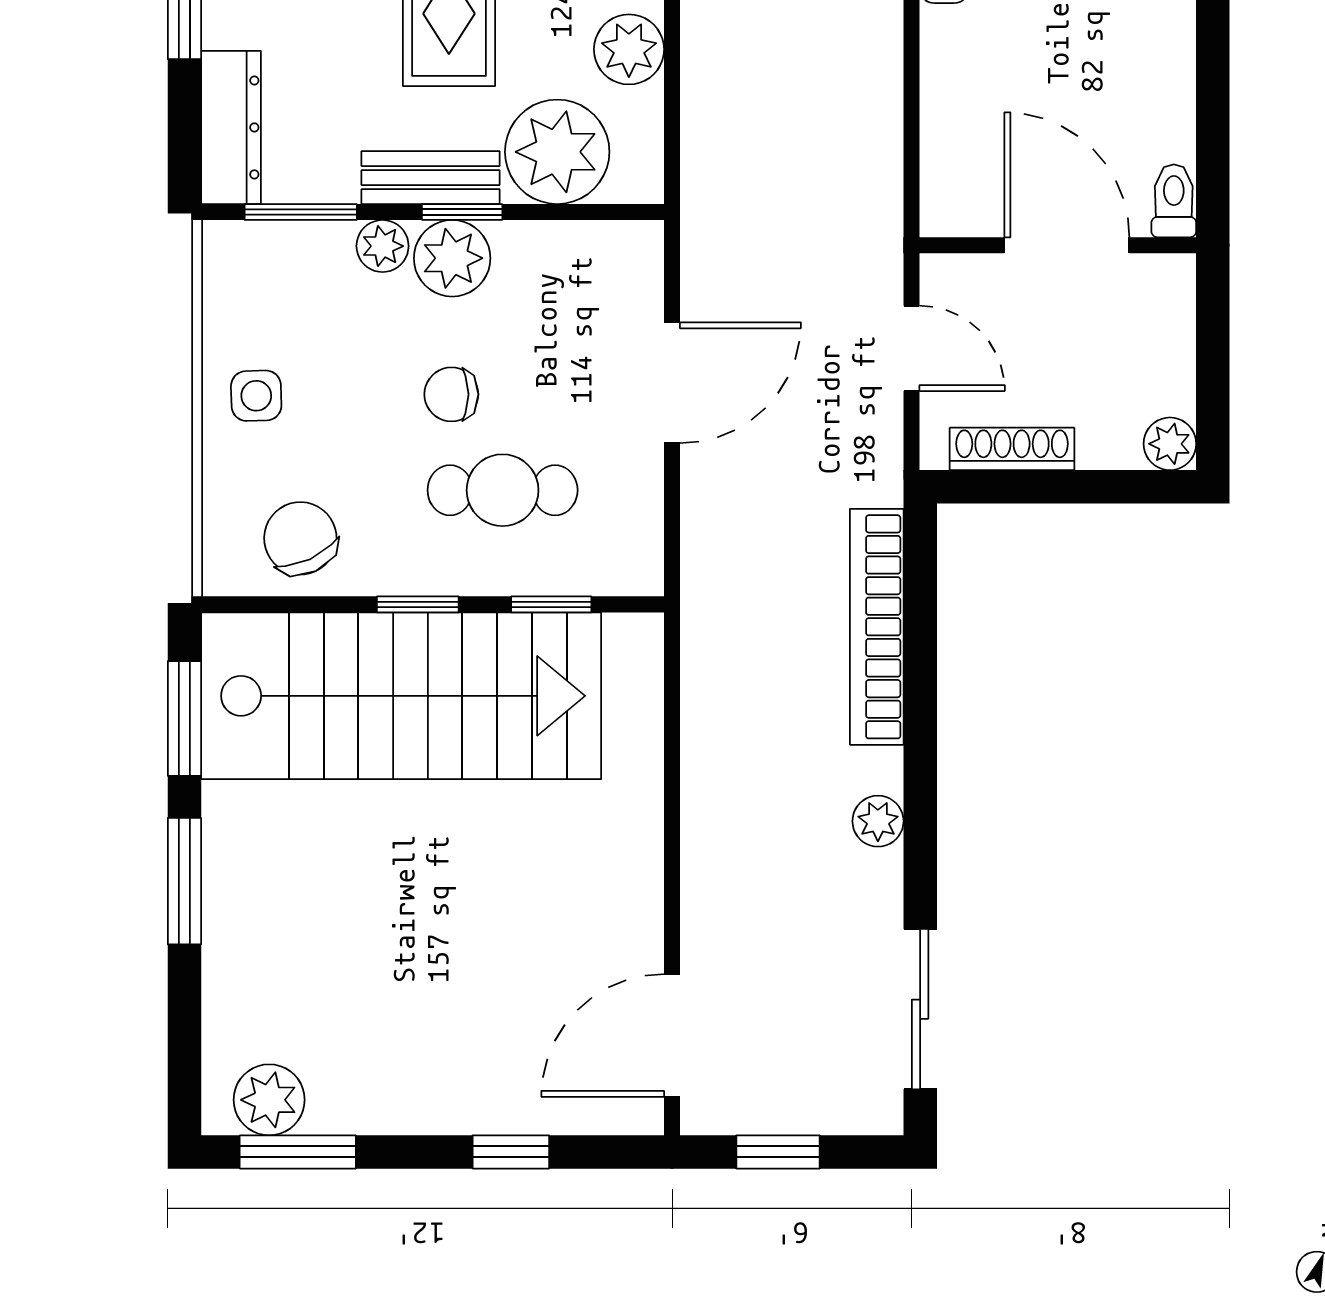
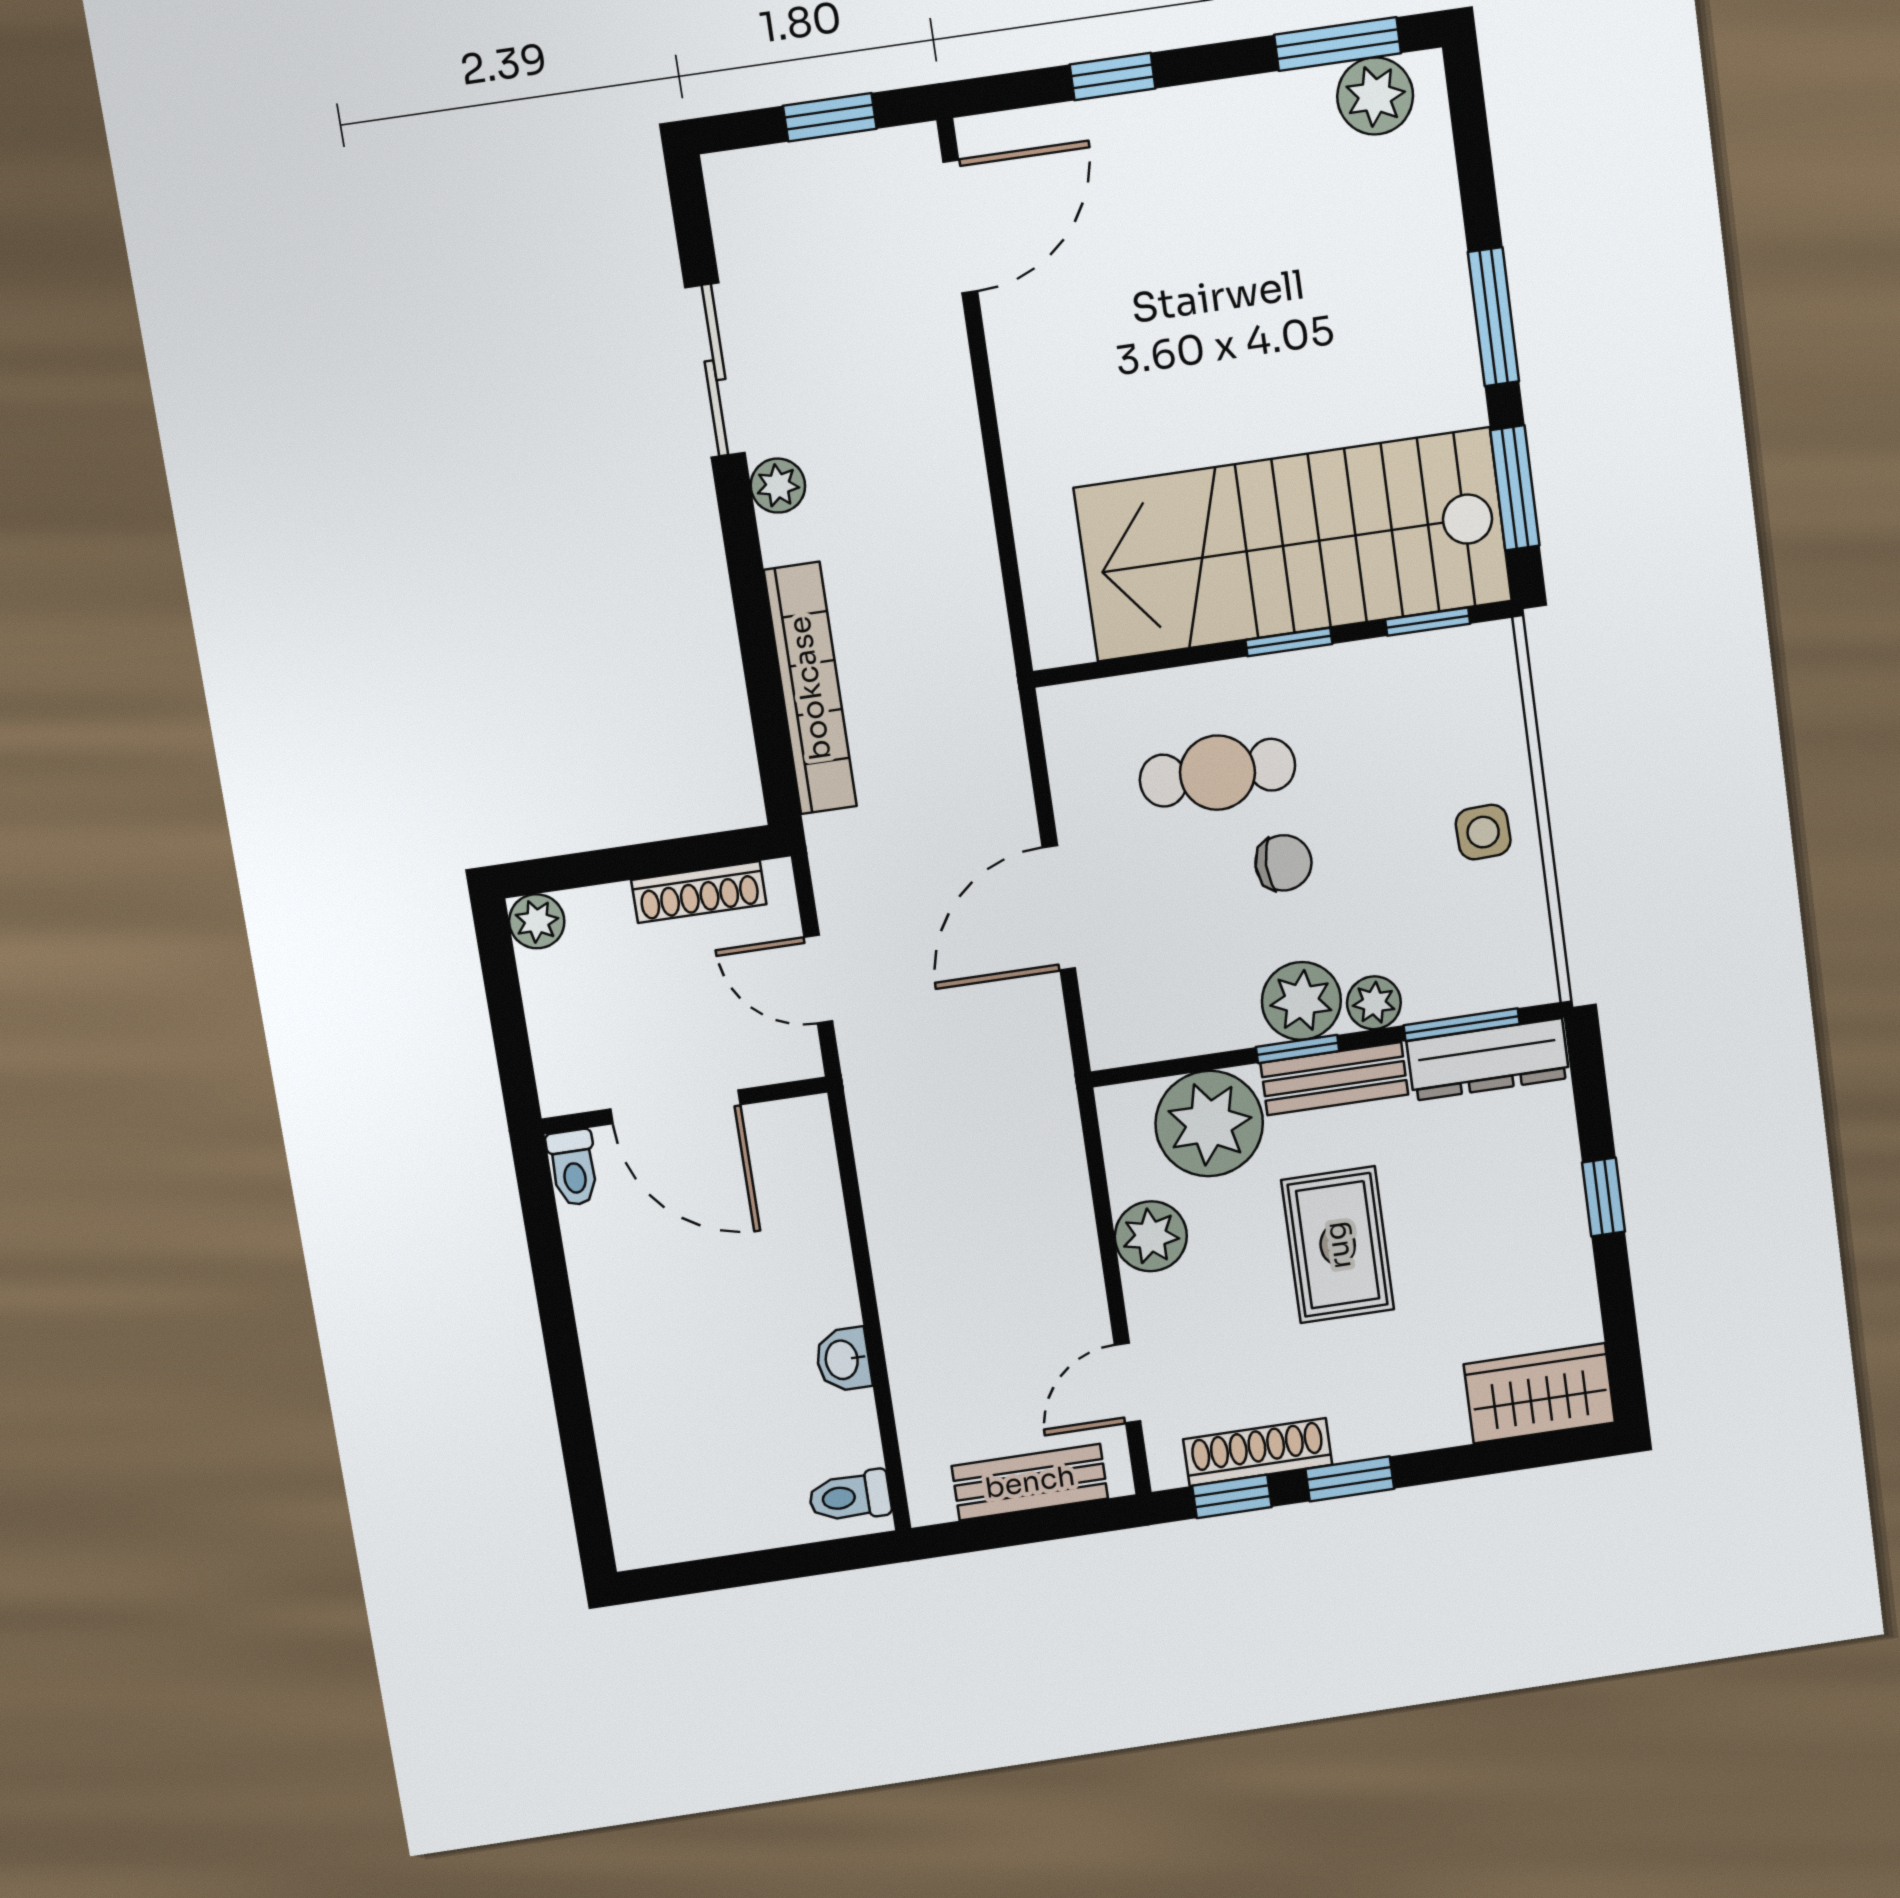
dresser: (231, 127) -> (1488, 1060), moved, turned -90
chair: (300, 538) -> (1419, 693), removed
window: (551, 604) -> (1428, 622), moved
sliding door: (920, 1009) -> (715, 370), moved

